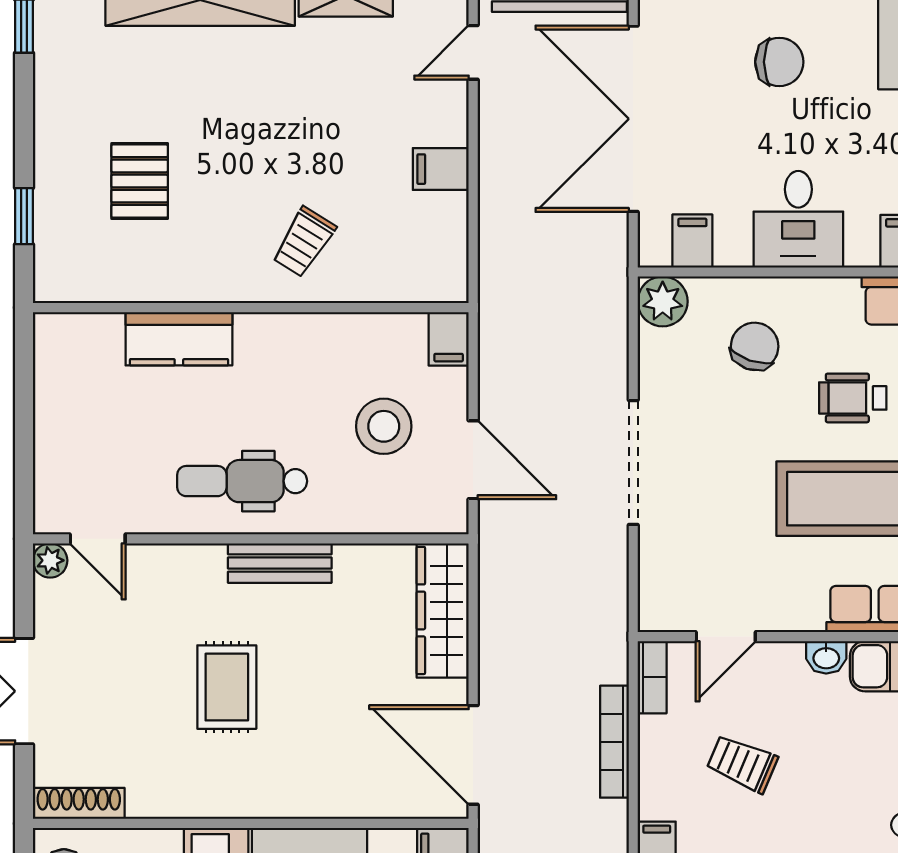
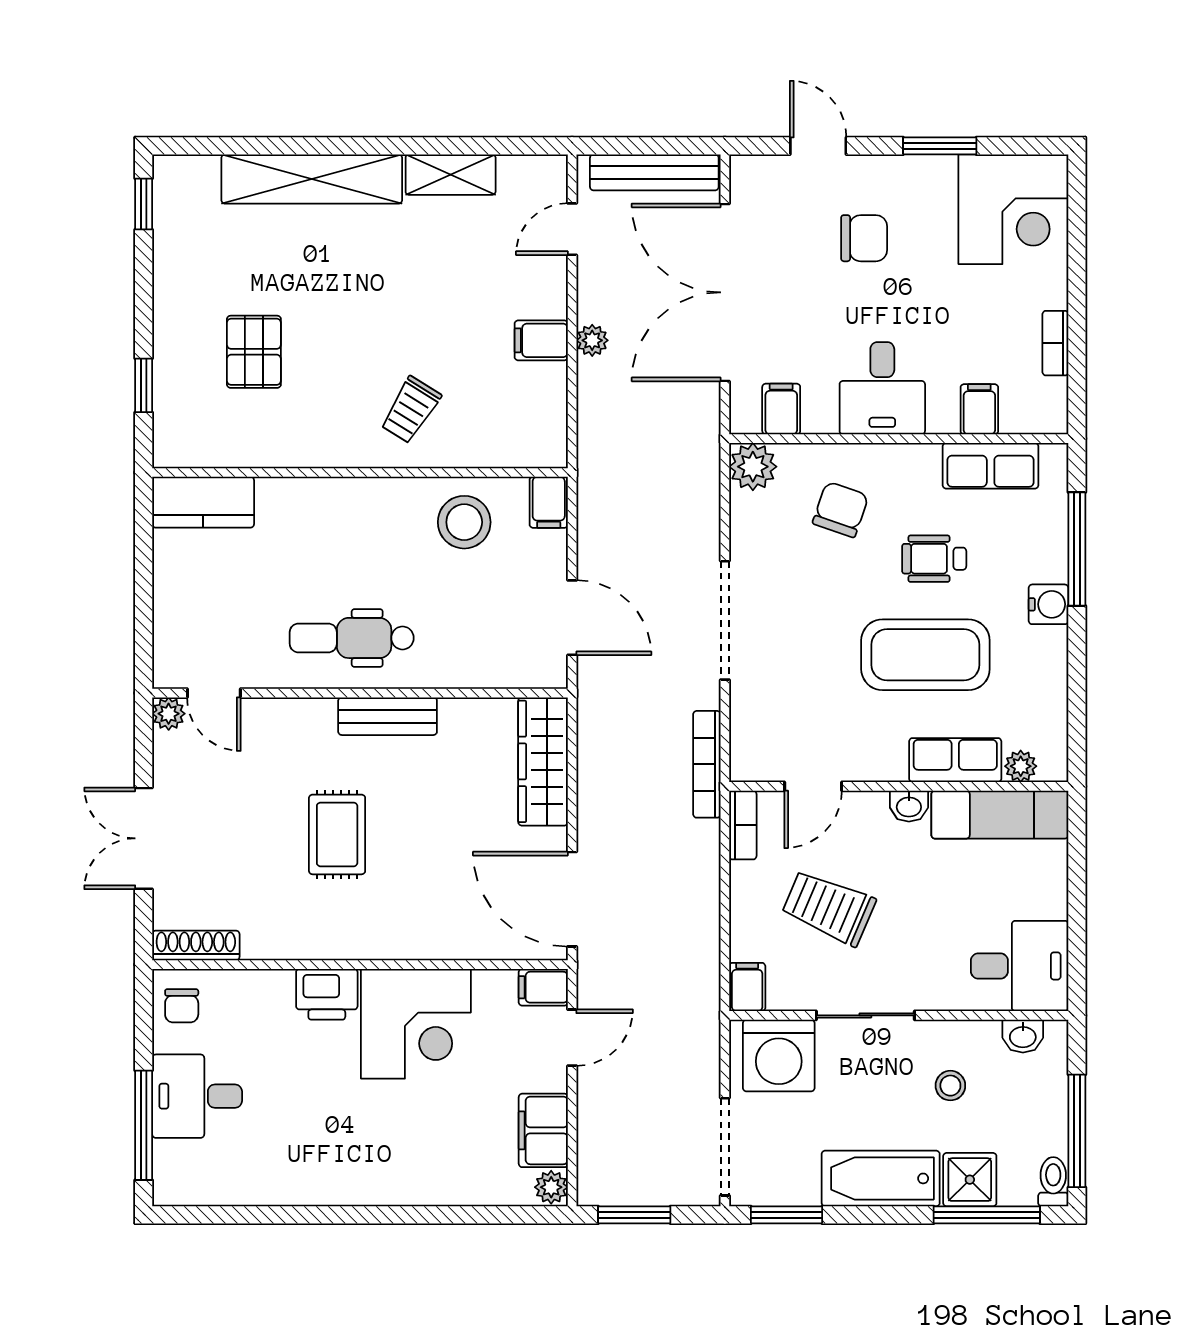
plant: (494, 169) -> (592, 340), added
kitchen counter: (179, 339) -> (203, 502), moved
stool: (384, 426) -> (464, 522), moved
bookcase: (614, 742) -> (707, 764), moved
trolley: (742, 764) -> (829, 907), width x1.36, depth x1.39

